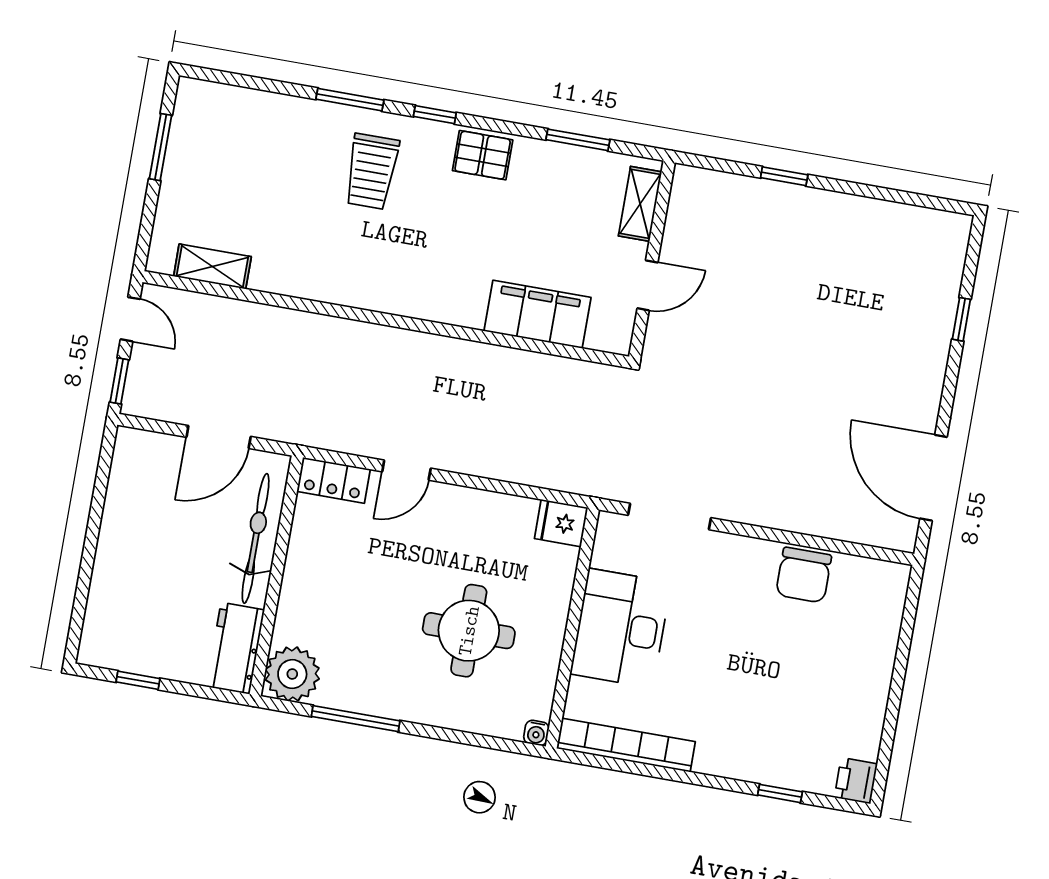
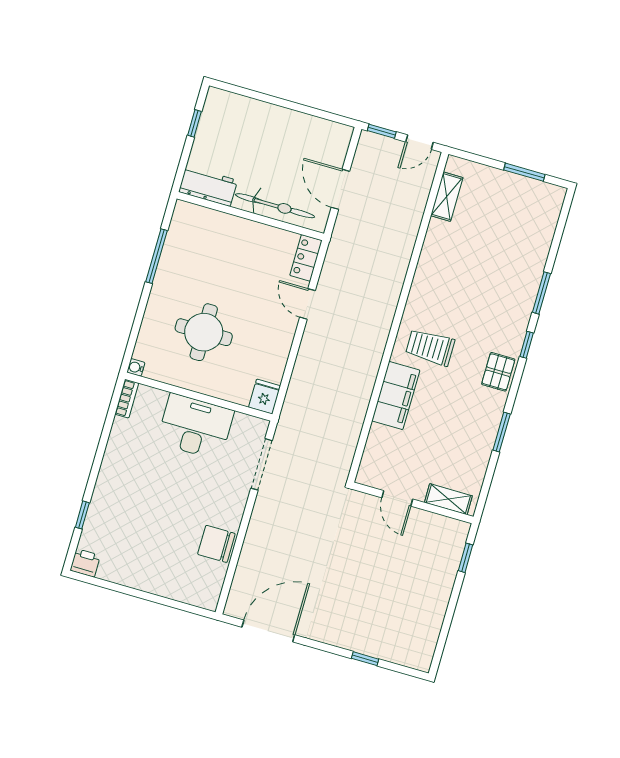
trolley: (371, 171) -> (430, 347), moved
shelving: (640, 204) -> (448, 499), moved
wall: (652, 260) -> (413, 503), moved
door: (647, 285) -> (397, 498), moved
plant: (292, 674) -> (188, 220), removed
bookcase: (626, 745) -> (127, 399), width x0.43, depth x0.76

